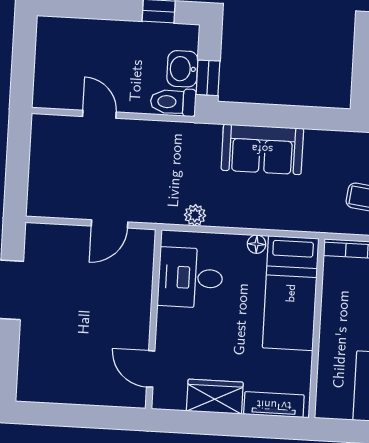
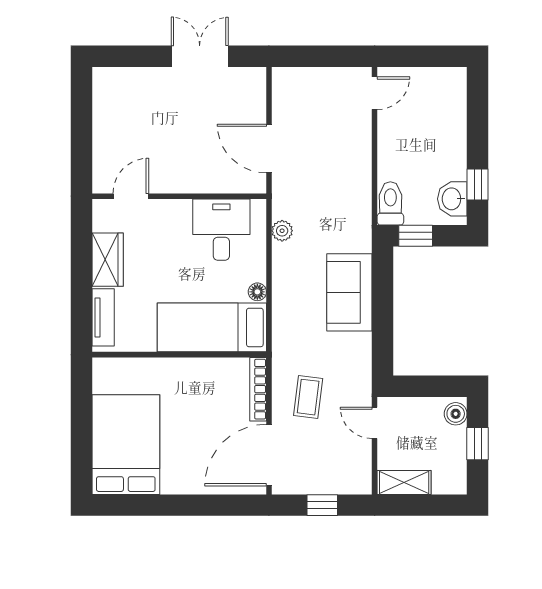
washbasin: (182, 69) -> (452, 199), moved, turned -90
door: (99, 114) -> (375, 93), moved
door: (110, 224) -> (269, 149), width x1.38

